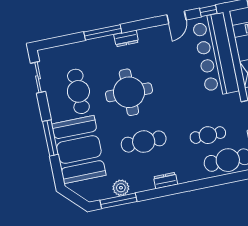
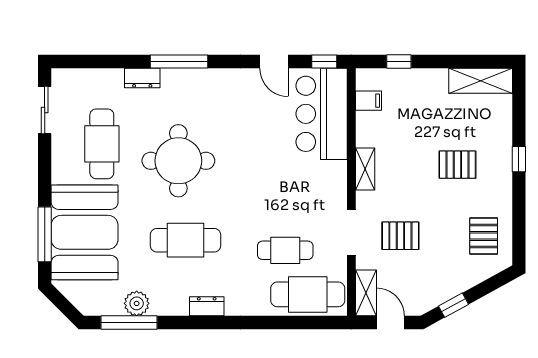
door: (176, 17) -> (274, 62), hinge flipped
window: (103, 32) -> (179, 62), moved
dresser: (126, 38) -> (142, 78), moved
bar counter: (215, 55) -> (322, 114), width x0.73
window: (50, 138) -> (45, 234), moved

